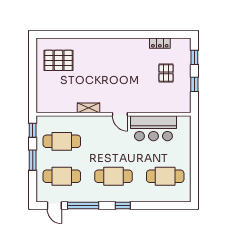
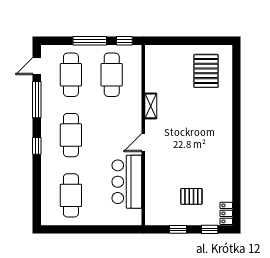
locker: (160, 43) -> (226, 213), moved
window: (33, 160) -> (90, 41), width x1.44

